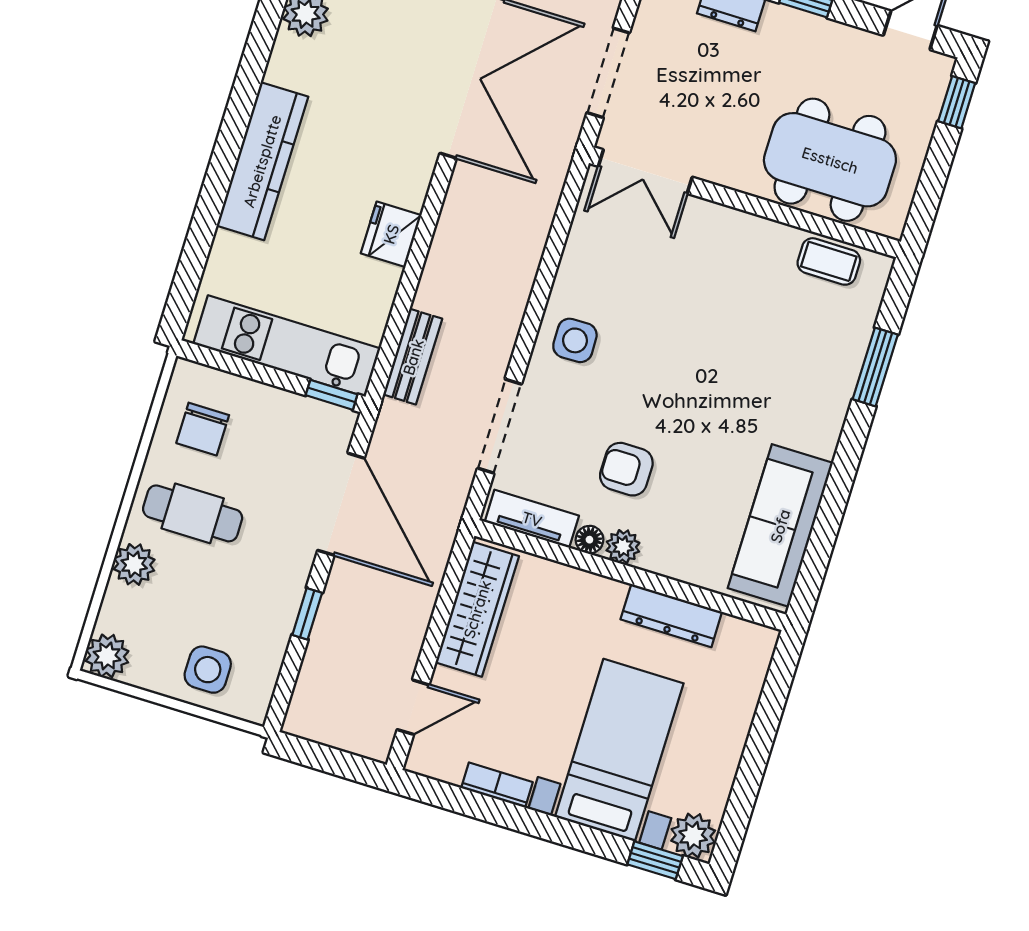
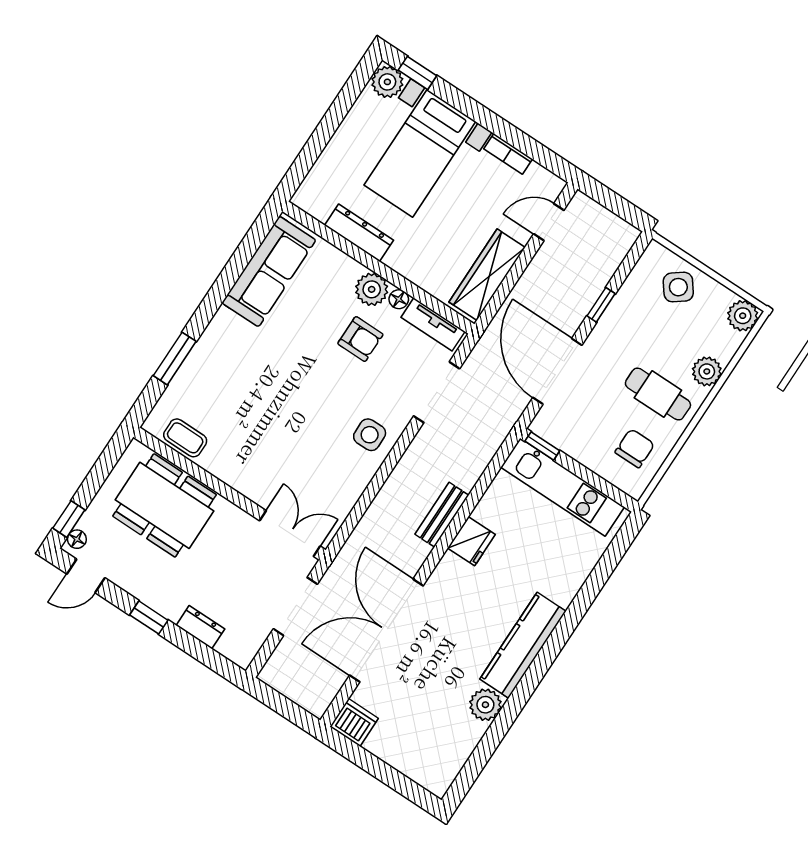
floor lamp: (938, 78) -> (77, 539), added
kitchen counter: (262, 161) -> (523, 645), moved
bench: (413, 357) -> (442, 515), moved
plant: (623, 547) -> (372, 289), width x1.38, depth x1.38
side table: (208, 670) -> (678, 287), turned -37

